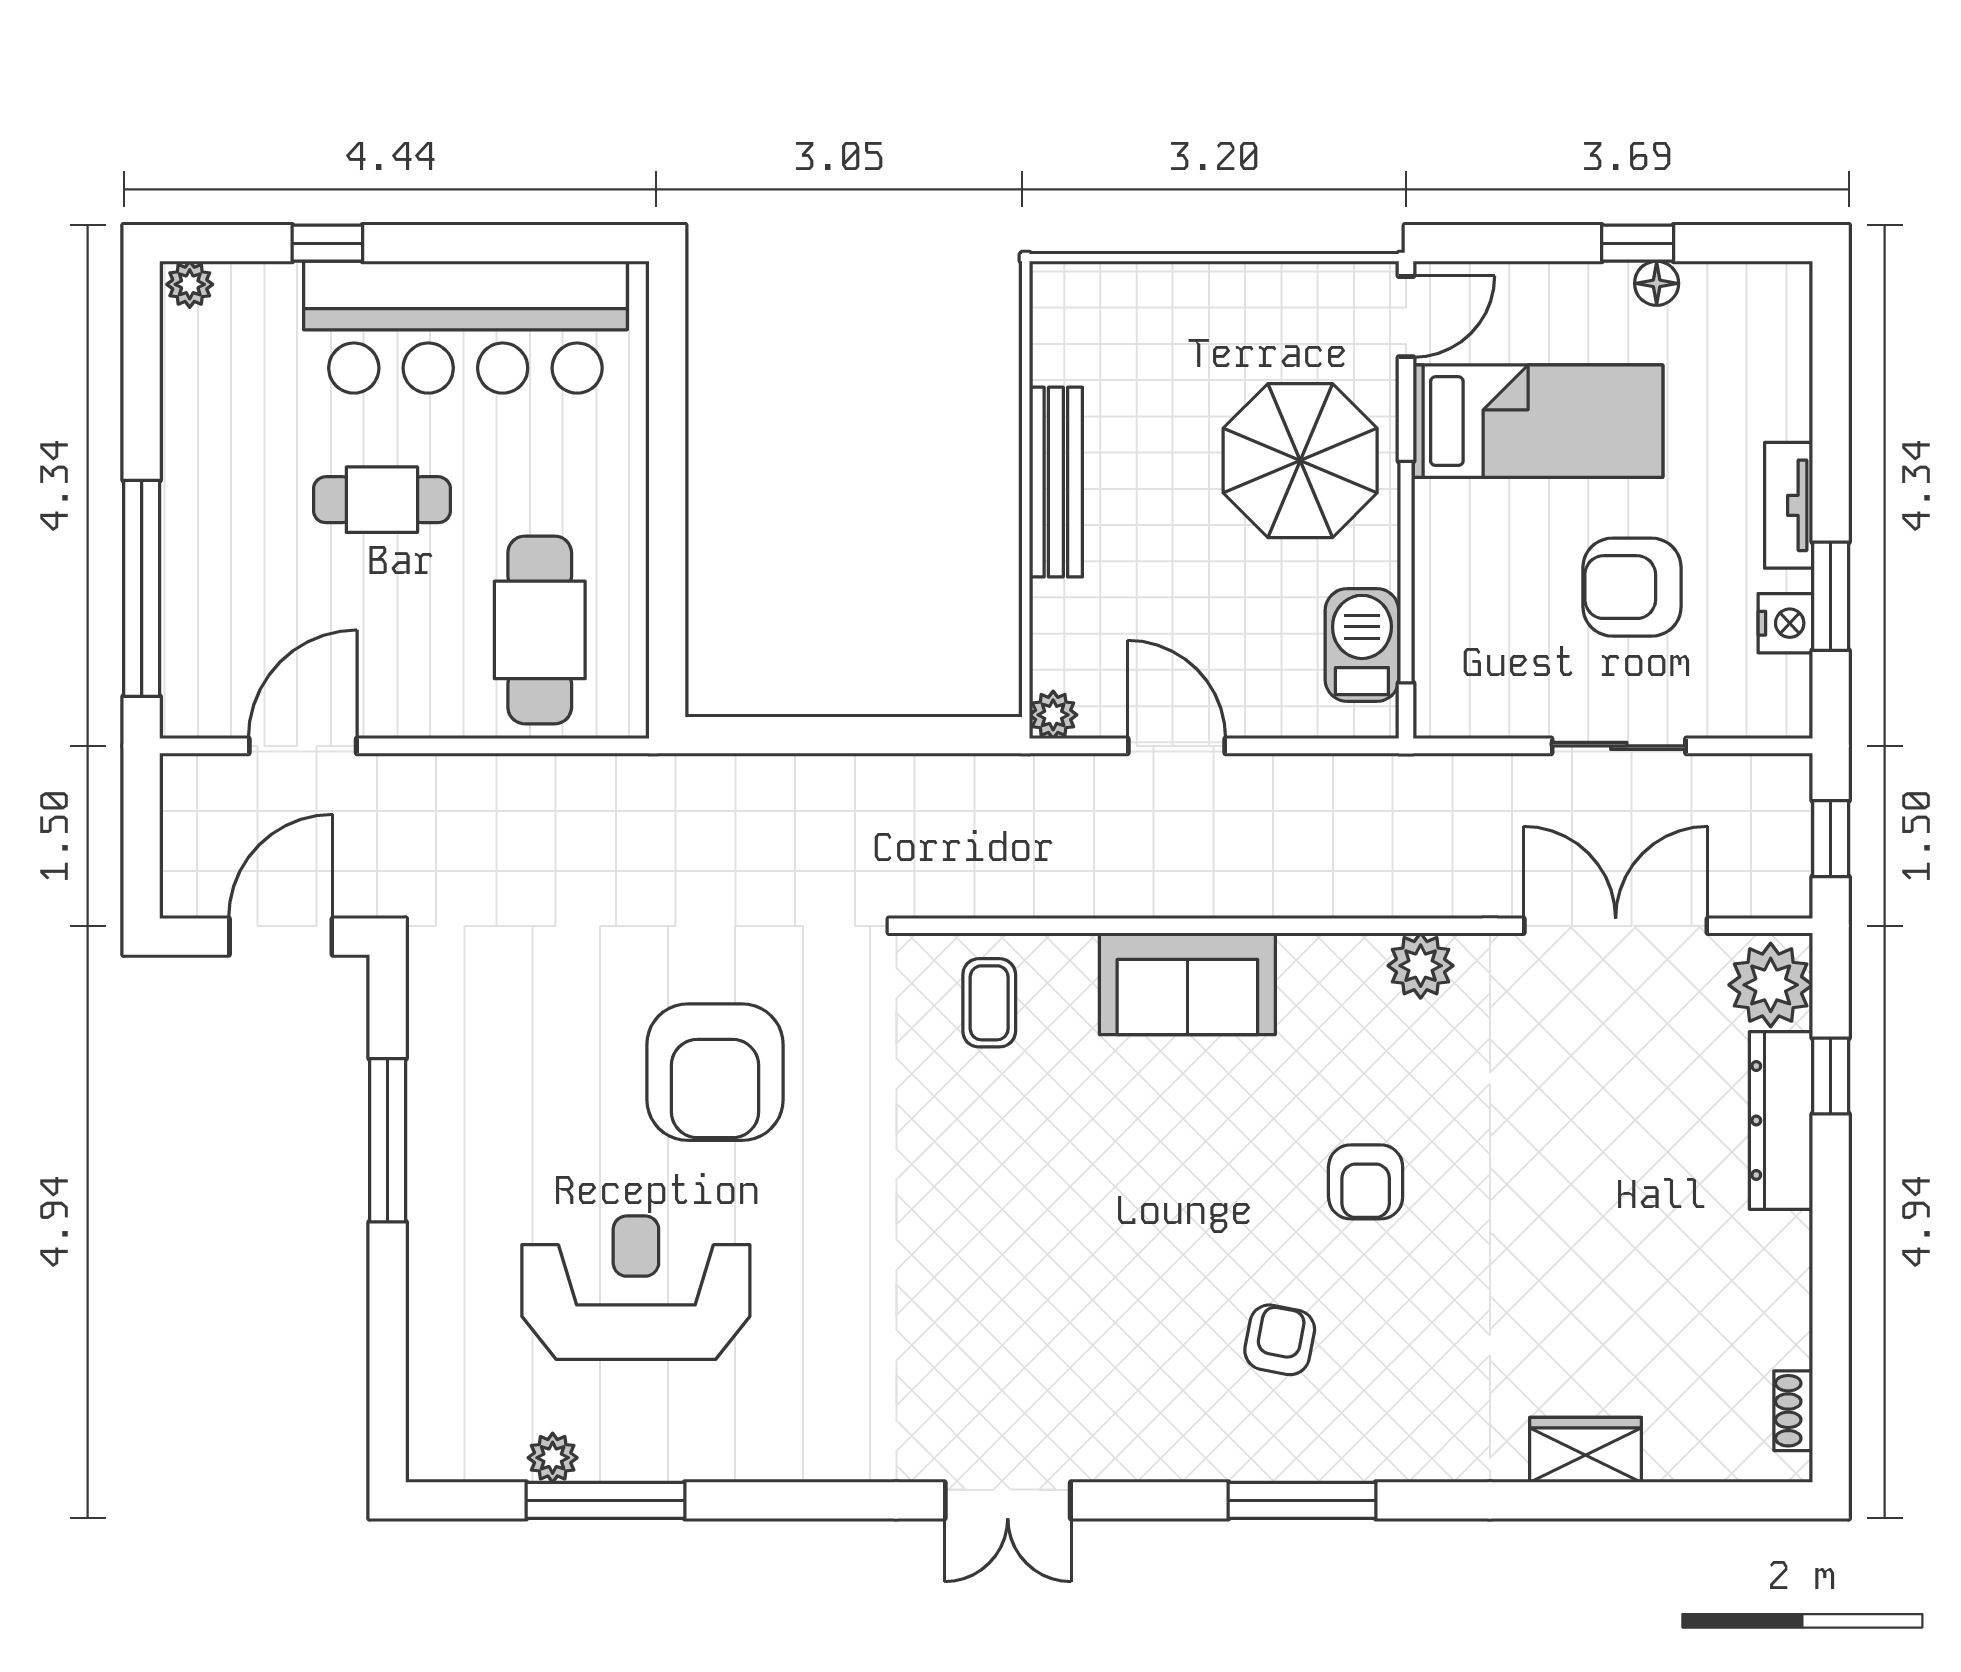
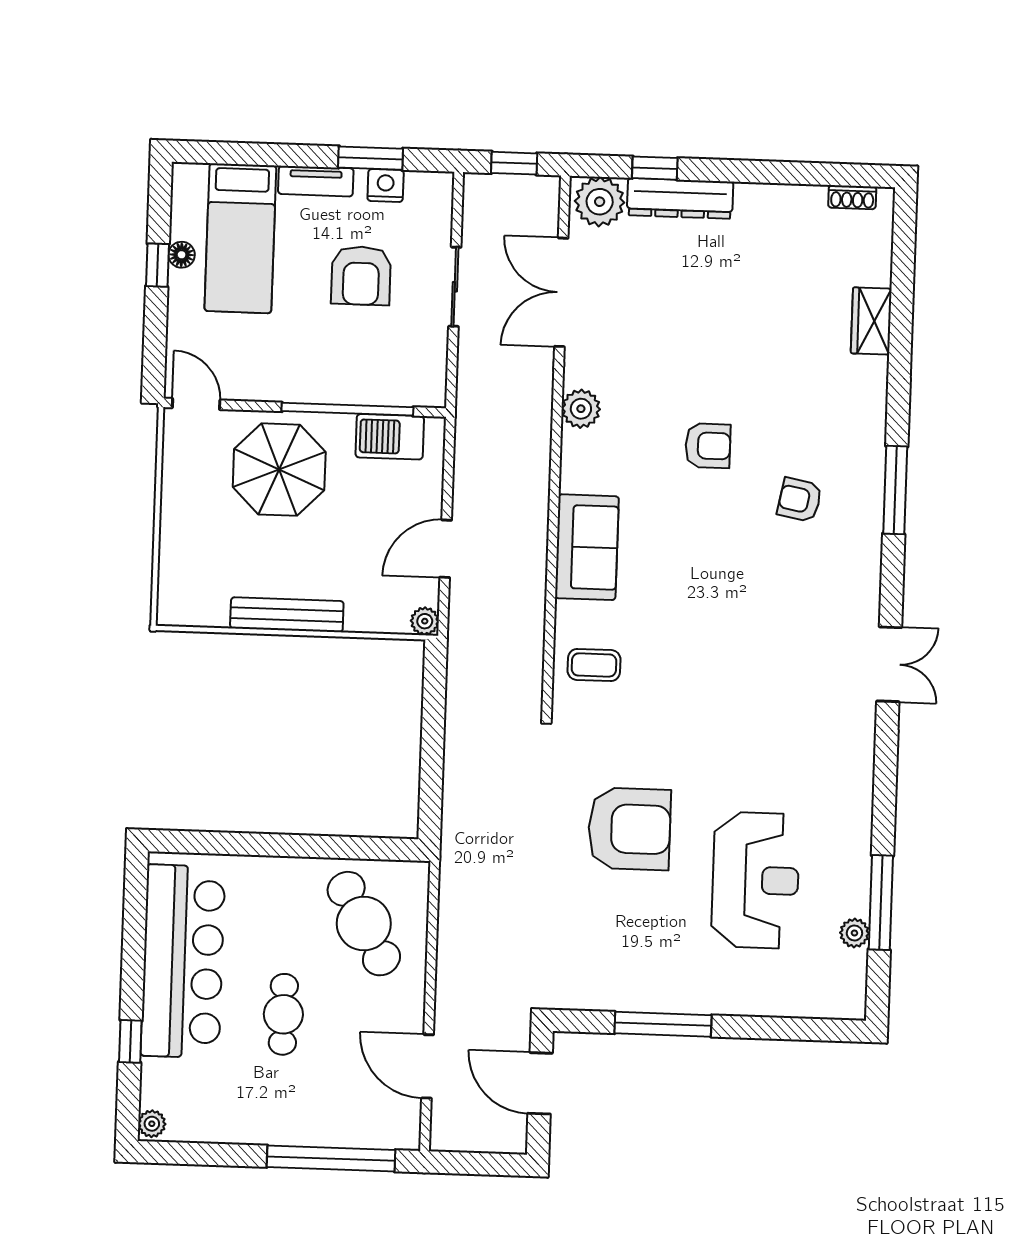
bed: (1538, 421) -> (240, 238), moved, turned 180
cafe table: (540, 630) -> (364, 924), turned 61
reception desk: (636, 1288) -> (755, 880), turned 180

